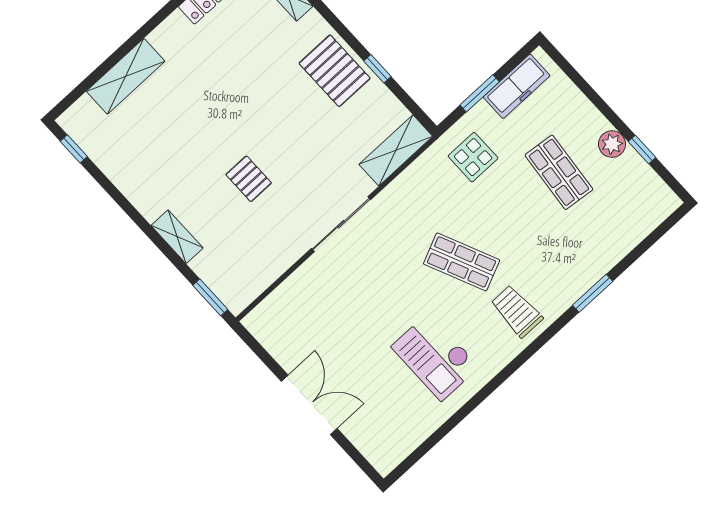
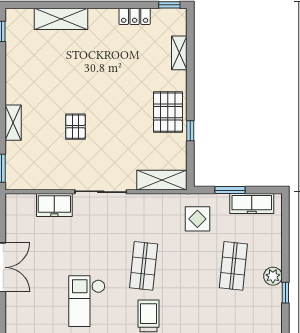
shop shelf: (462, 262) -> (144, 266), turned 30
freezer: (304, 285) -> (54, 205), added

